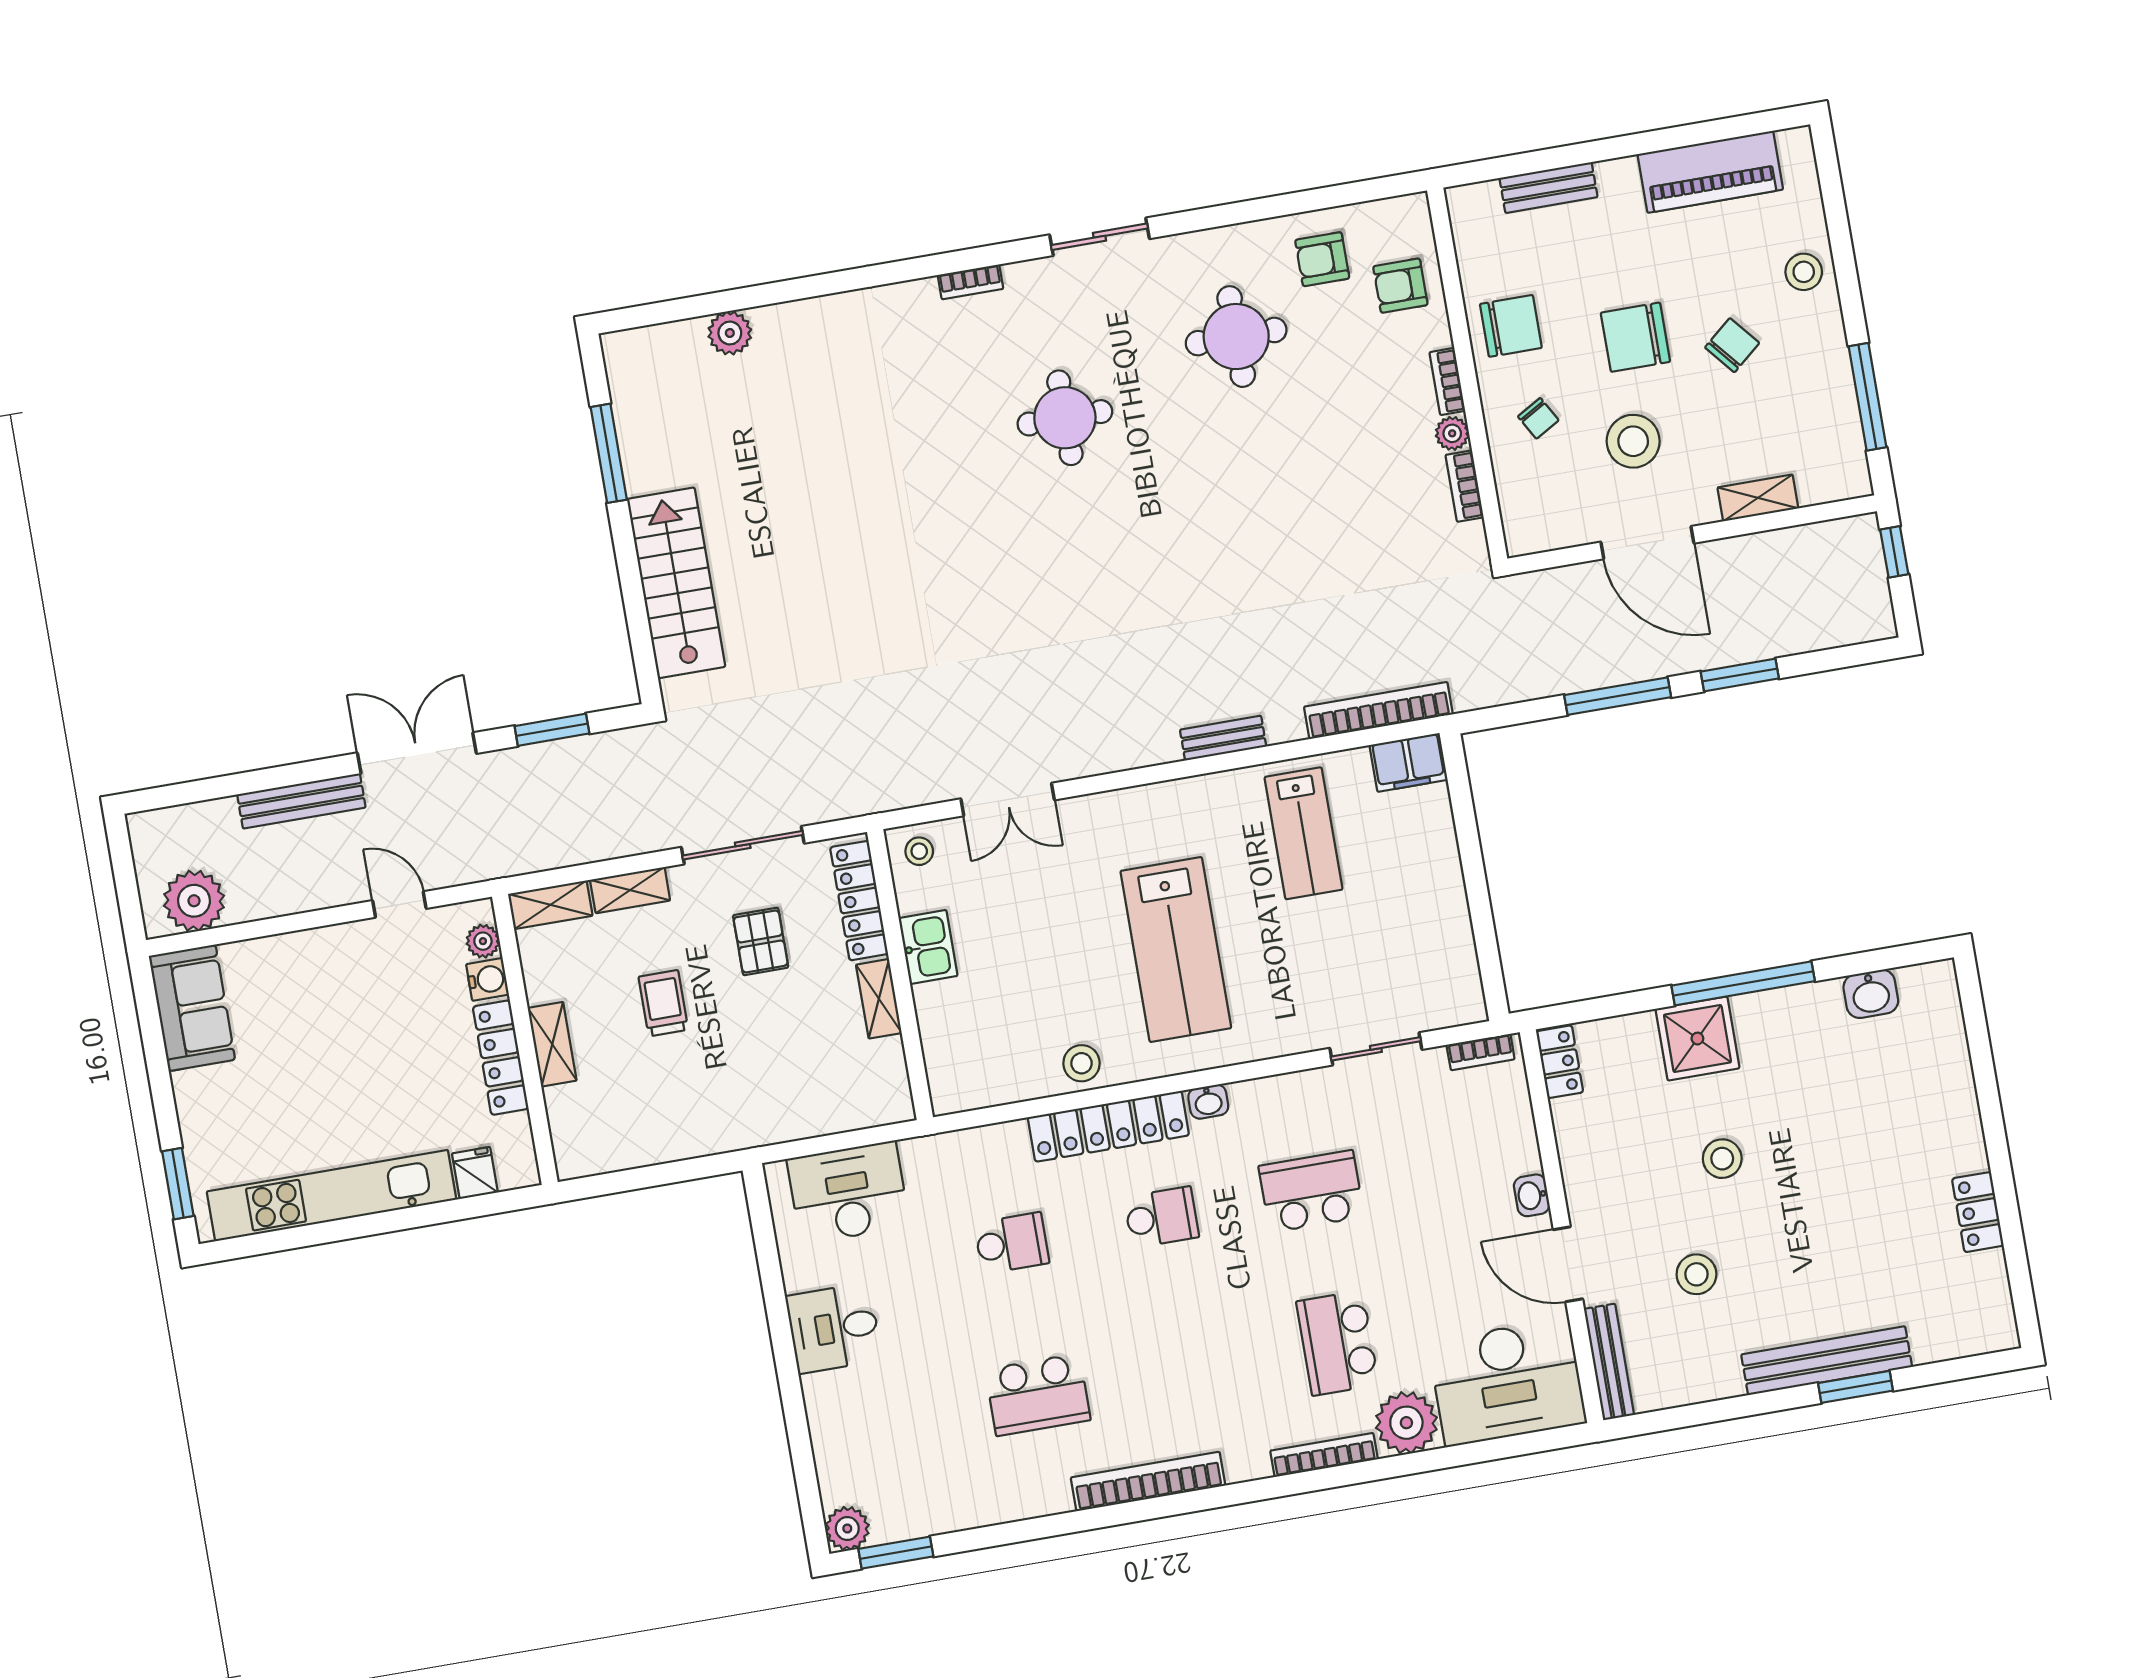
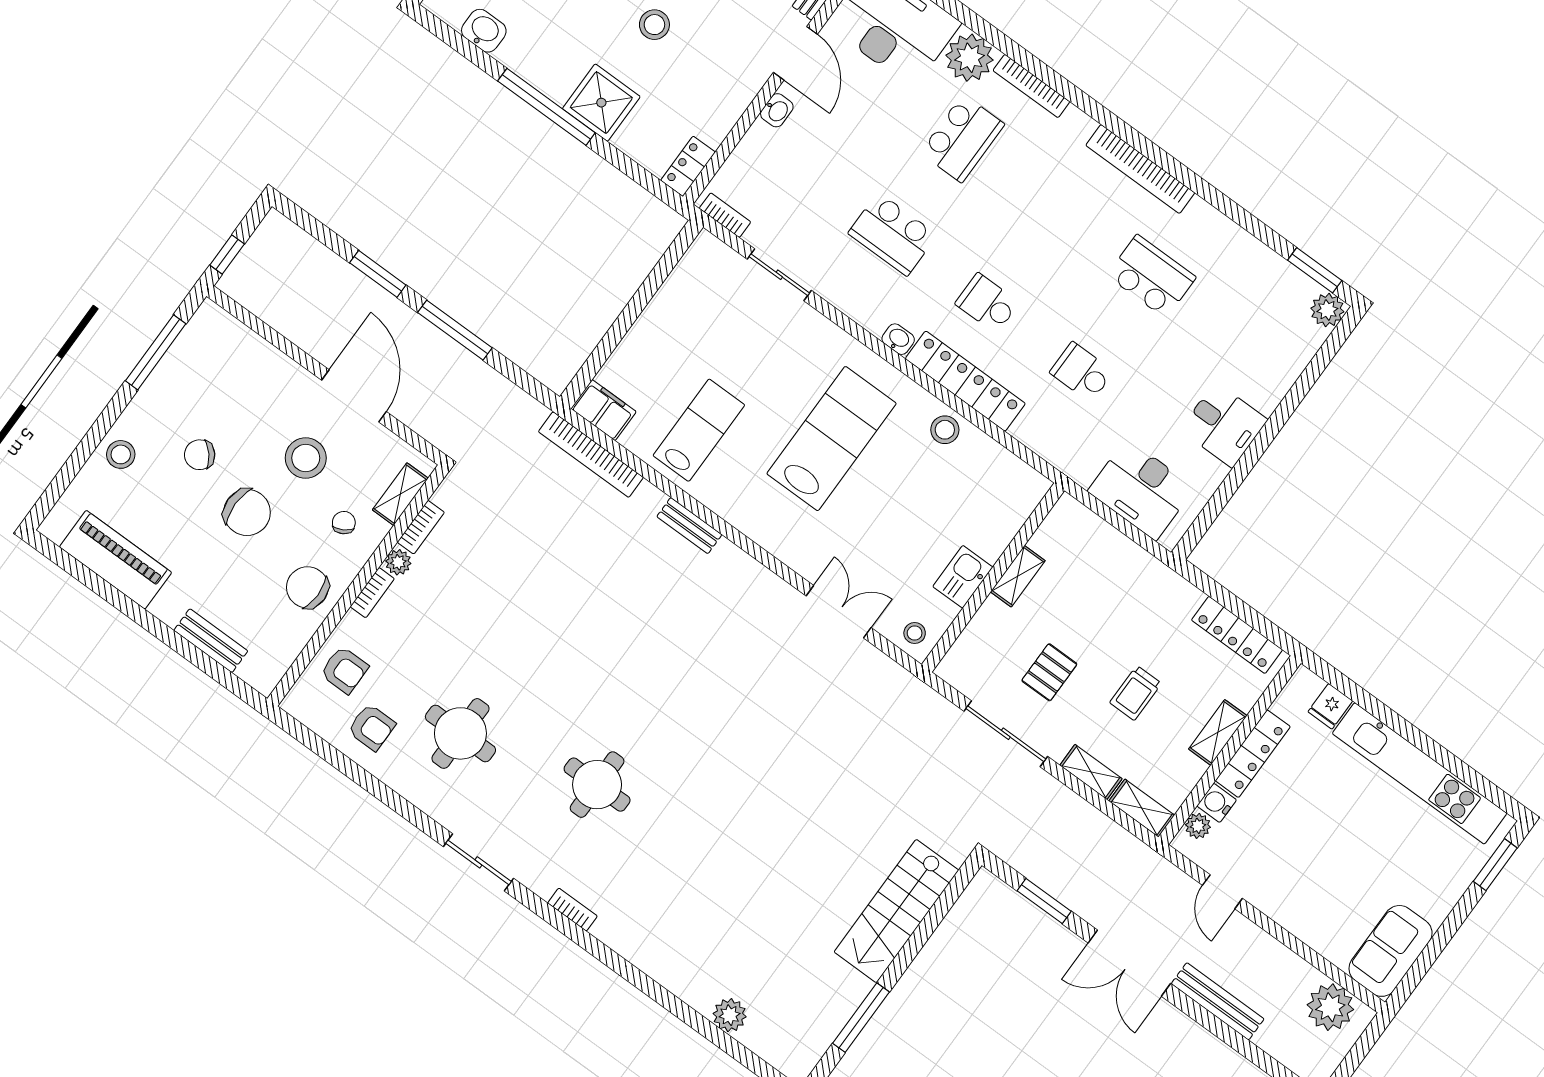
shelving: (1758, 498) -> (400, 494), moved, turned 90
locker: (859, 901) -> (1237, 635), moved, turned 90

